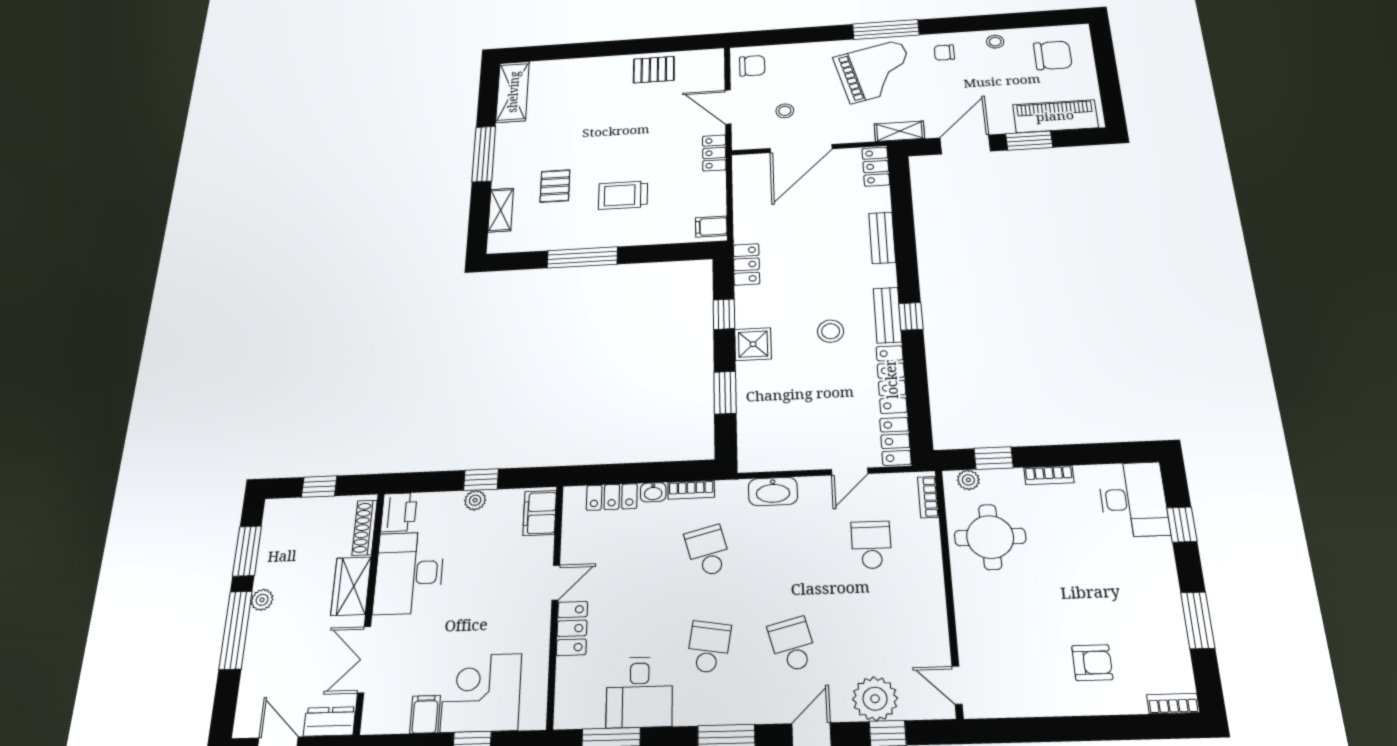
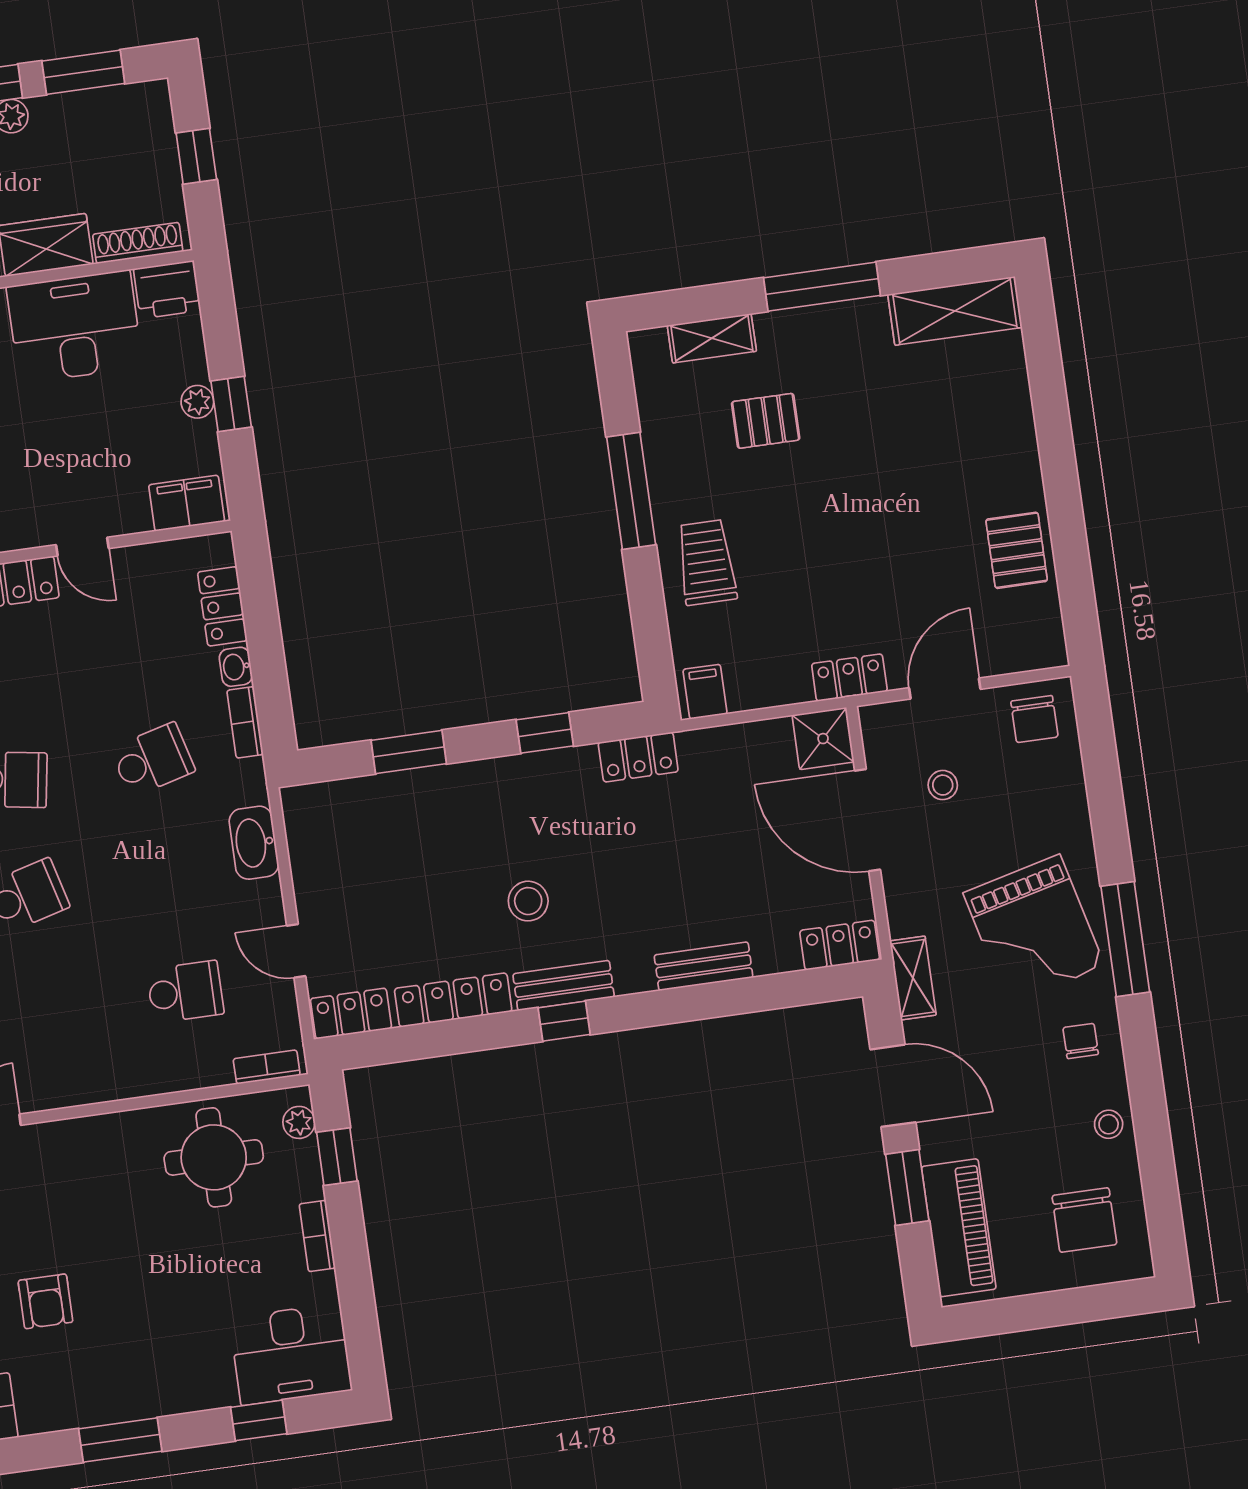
trolley: (623, 195) -> (706, 562), moved
shower: (753, 344) -> (823, 739), moved

